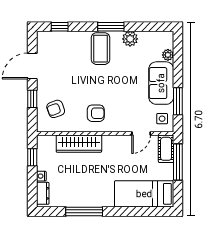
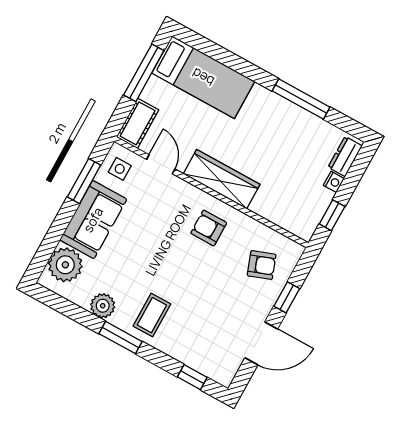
coffee table: (101, 49) -> (152, 315), width x0.73, depth x0.77
plant: (168, 55) -> (65, 265), width x1.88, depth x1.88
door: (141, 134) -> (161, 164), hinge flipped
wardrobe: (79, 144) -> (222, 179), moved
window: (178, 162) -> (144, 73), moved

